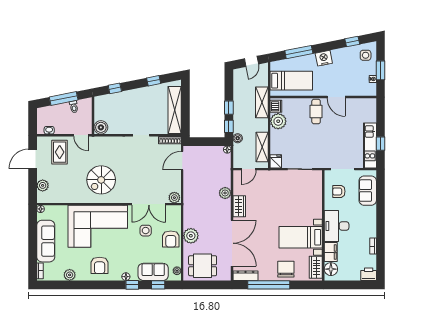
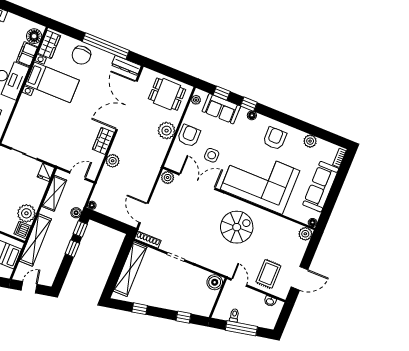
shelving: (262, 102) -> (35, 240), width x1.47
door: (182, 161) -> (144, 213), swing flipped
plant: (43, 185) -> (305, 234), moved

